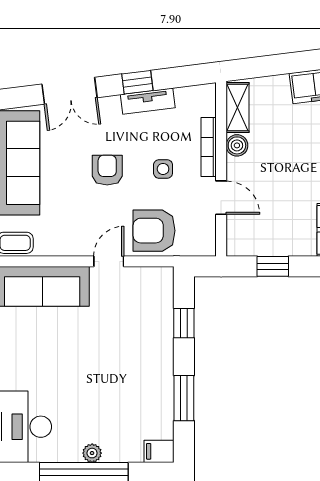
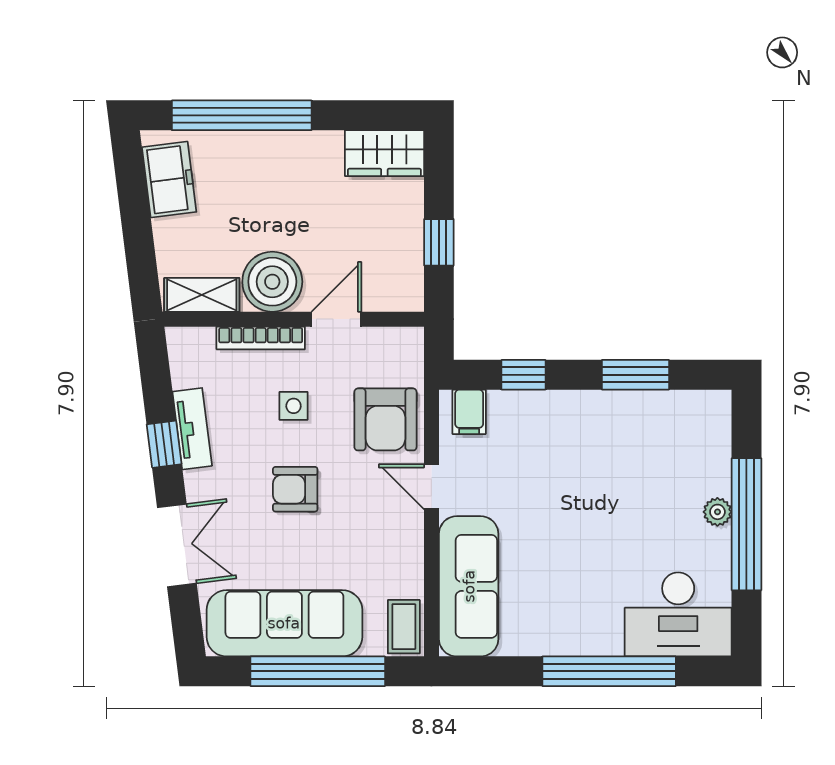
boiler: (237, 145) -> (272, 282), width x1.86, depth x1.86
filing cabinet: (159, 451) -> (469, 412), moved

